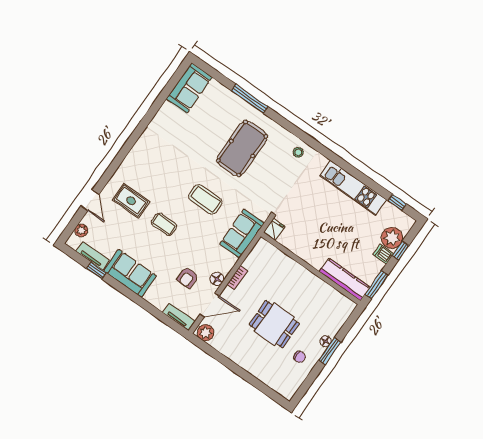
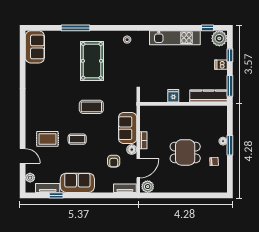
fridge: (274, 230) -> (173, 96), moved
sofa: (242, 234) -> (128, 128), moved
plant: (392, 238) -> (219, 38), moved

